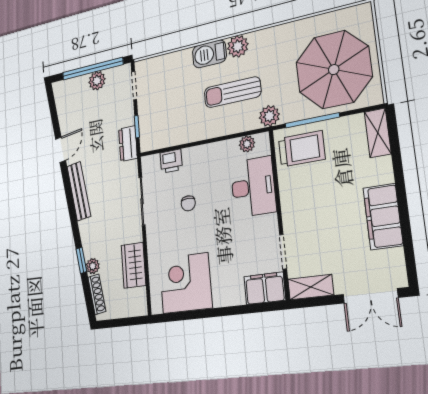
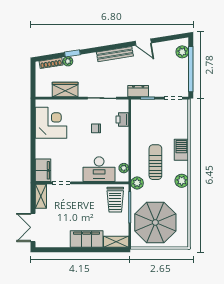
plant: (238, 46) -> (182, 181), moved
plant: (97, 81) -> (182, 52), moved
filing cabinet: (383, 217) -> (87, 239), moved

